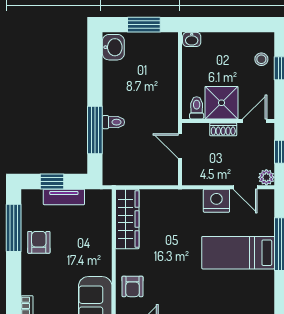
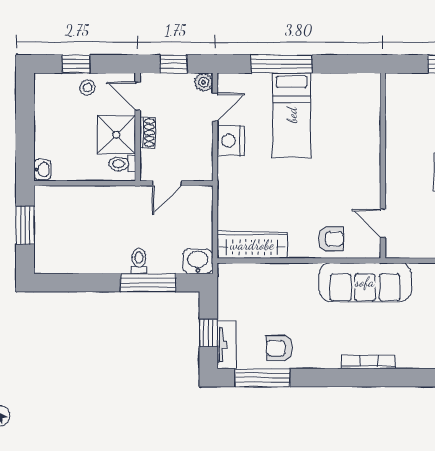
washbasin: (113, 47) -> (198, 261), moved
stool: (261, 59) -> (87, 88), moved
tv unit: (64, 197) -> (226, 345), moved

